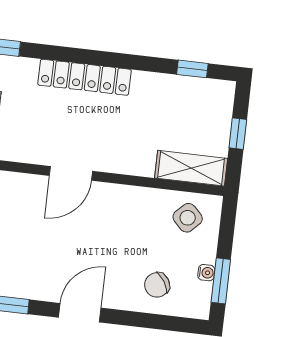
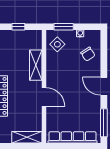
shelving: (191, 168) -> (36, 65), moved
window: (221, 281) -> (64, 27), moved

